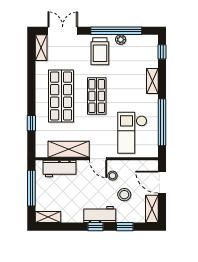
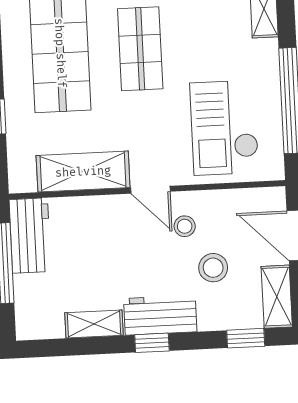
workbench: (60, 168) -> (30, 236), moved, turned -90
shelving: (48, 217) -> (94, 324), moved
window: (125, 227) -> (246, 338), moved

